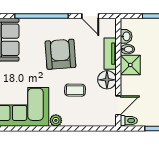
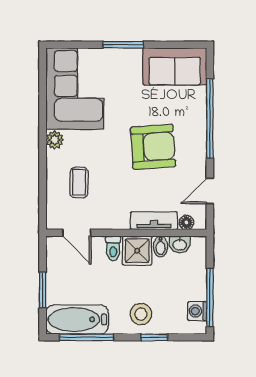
floor lamp: (107, 80) -> (186, 222), moved, width x0.53, depth x0.53
coffee table: (75, 90) -> (79, 182), moved
toilet: (129, 121) -> (113, 248), moved

